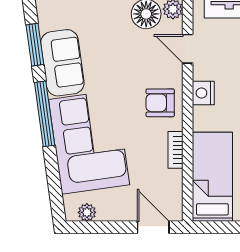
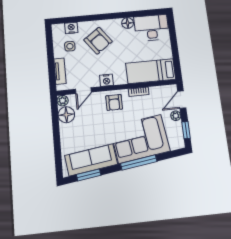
sofa: (62, 63) -> (91, 160), width x1.36
window: (45, 114) -> (139, 162), moved
plant: (87, 212) -> (176, 116), moved
window: (96, 227) -> (186, 130), added

